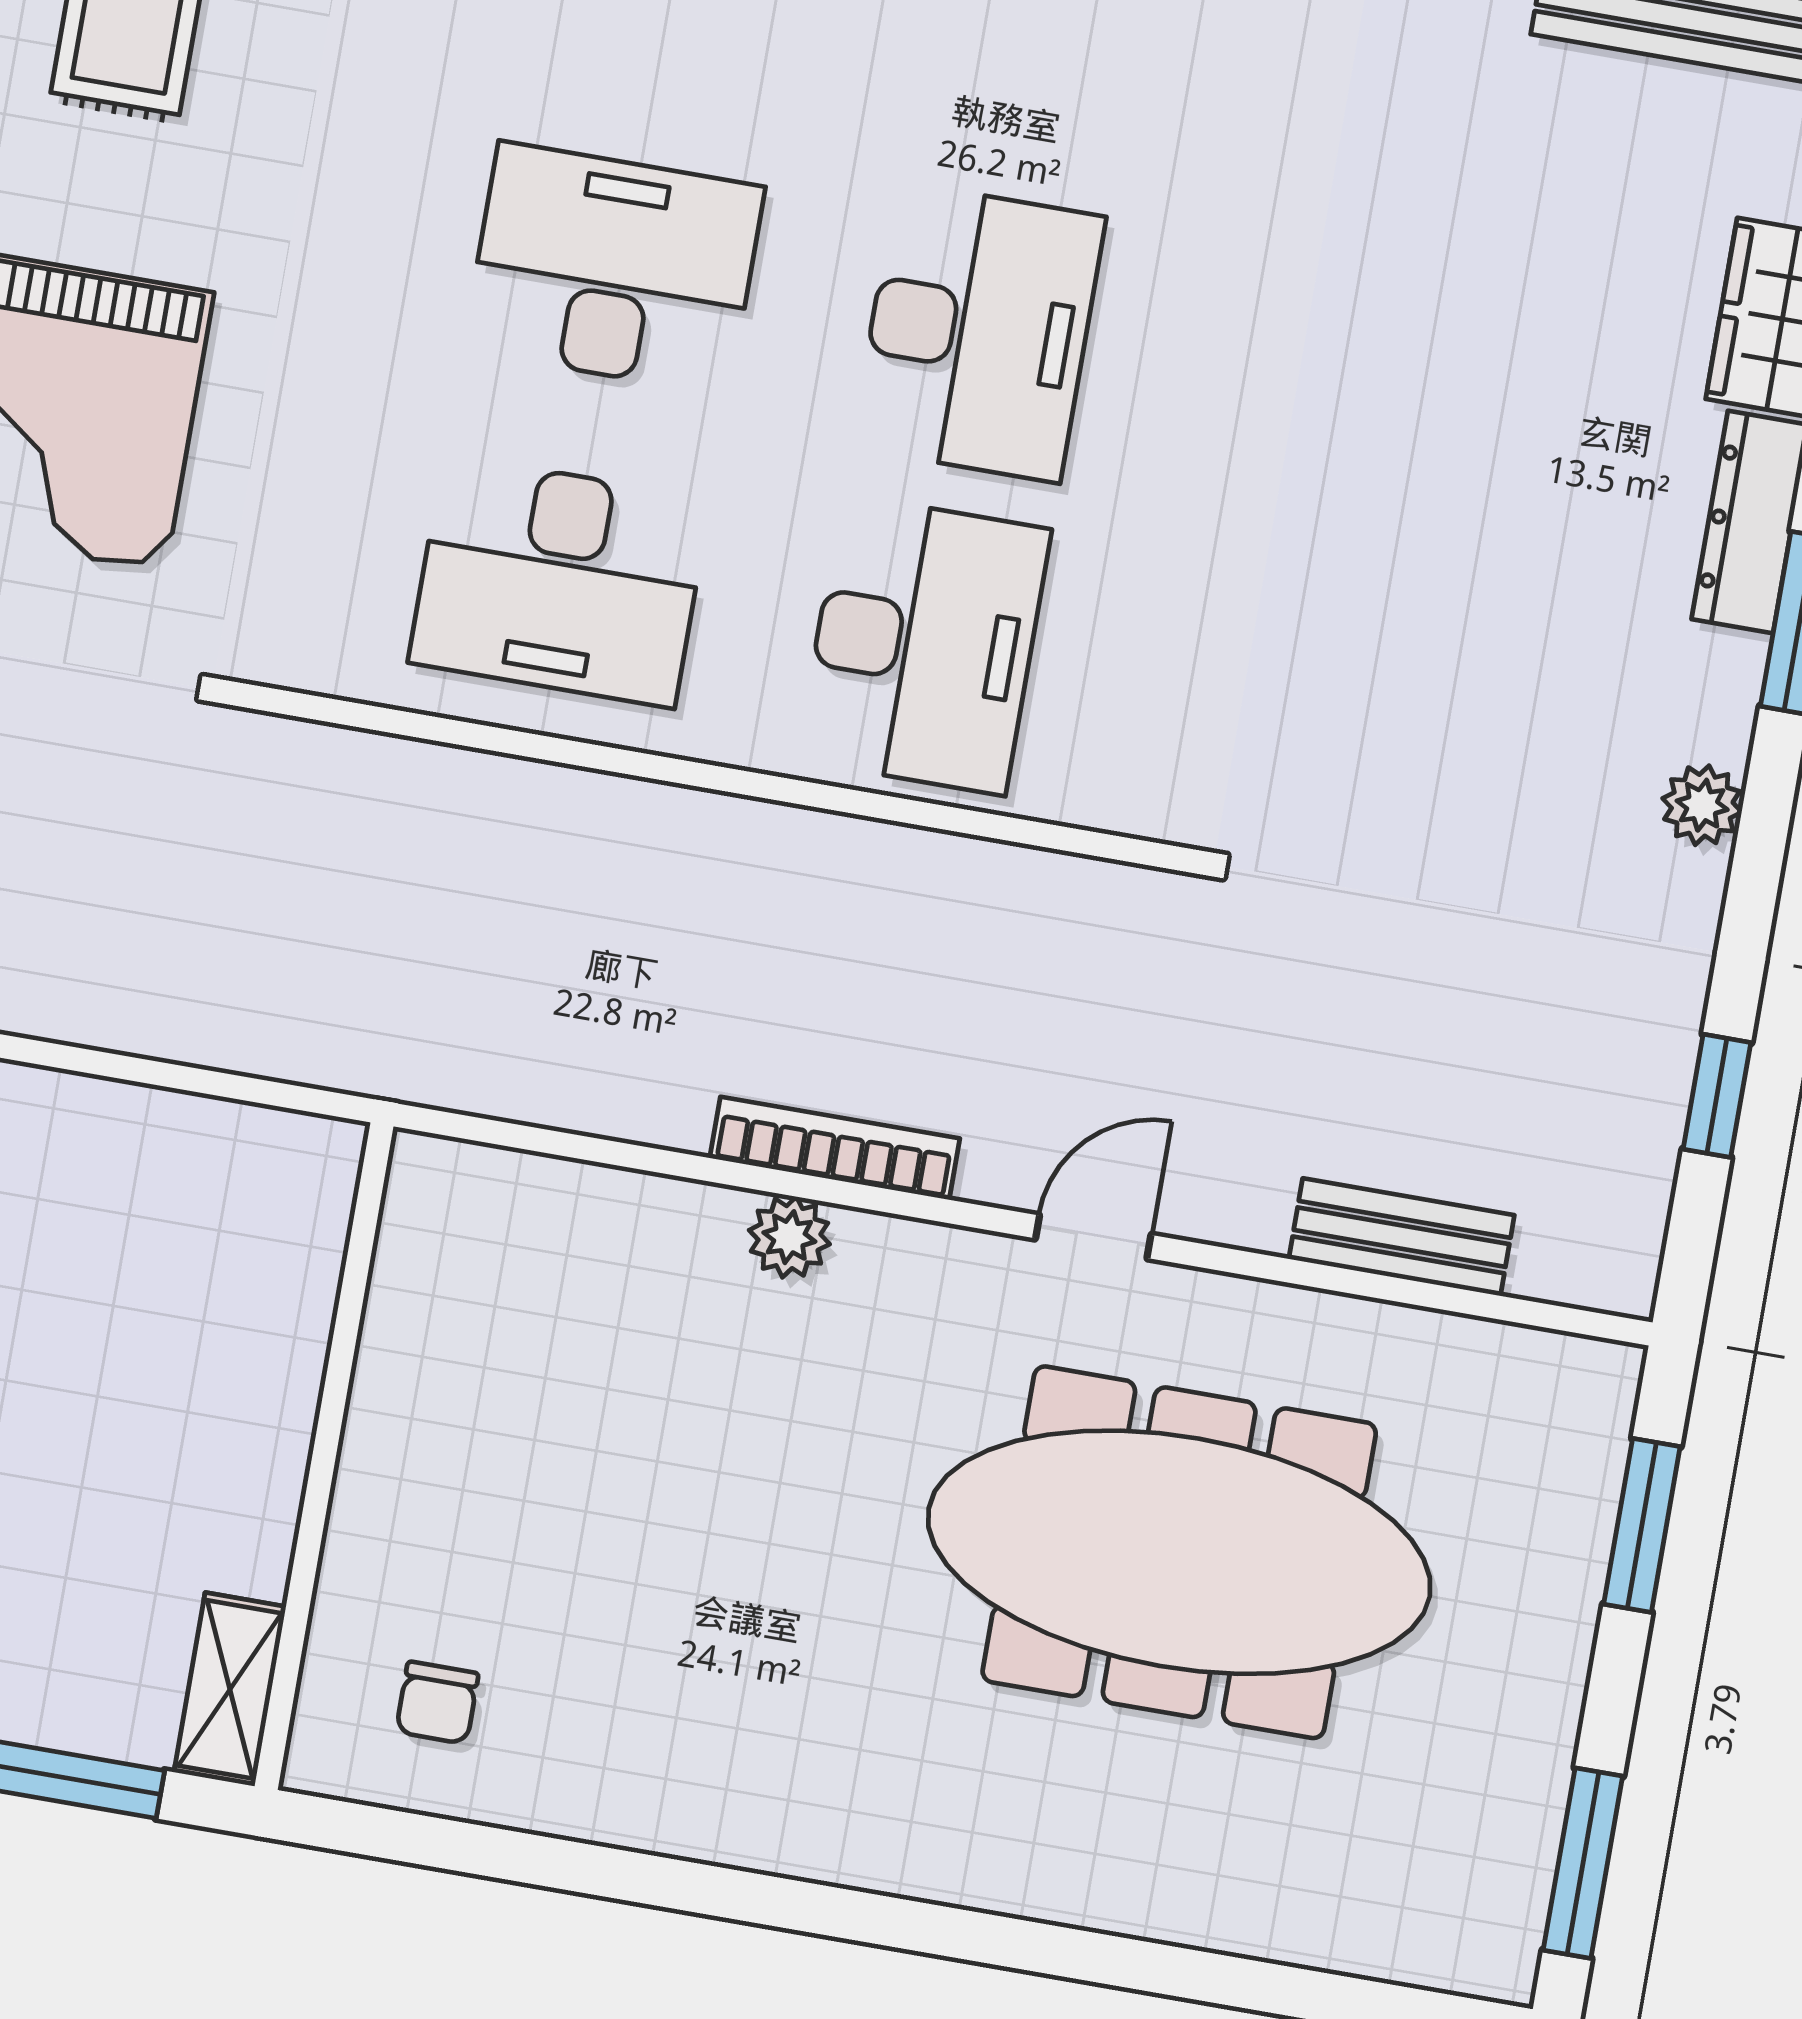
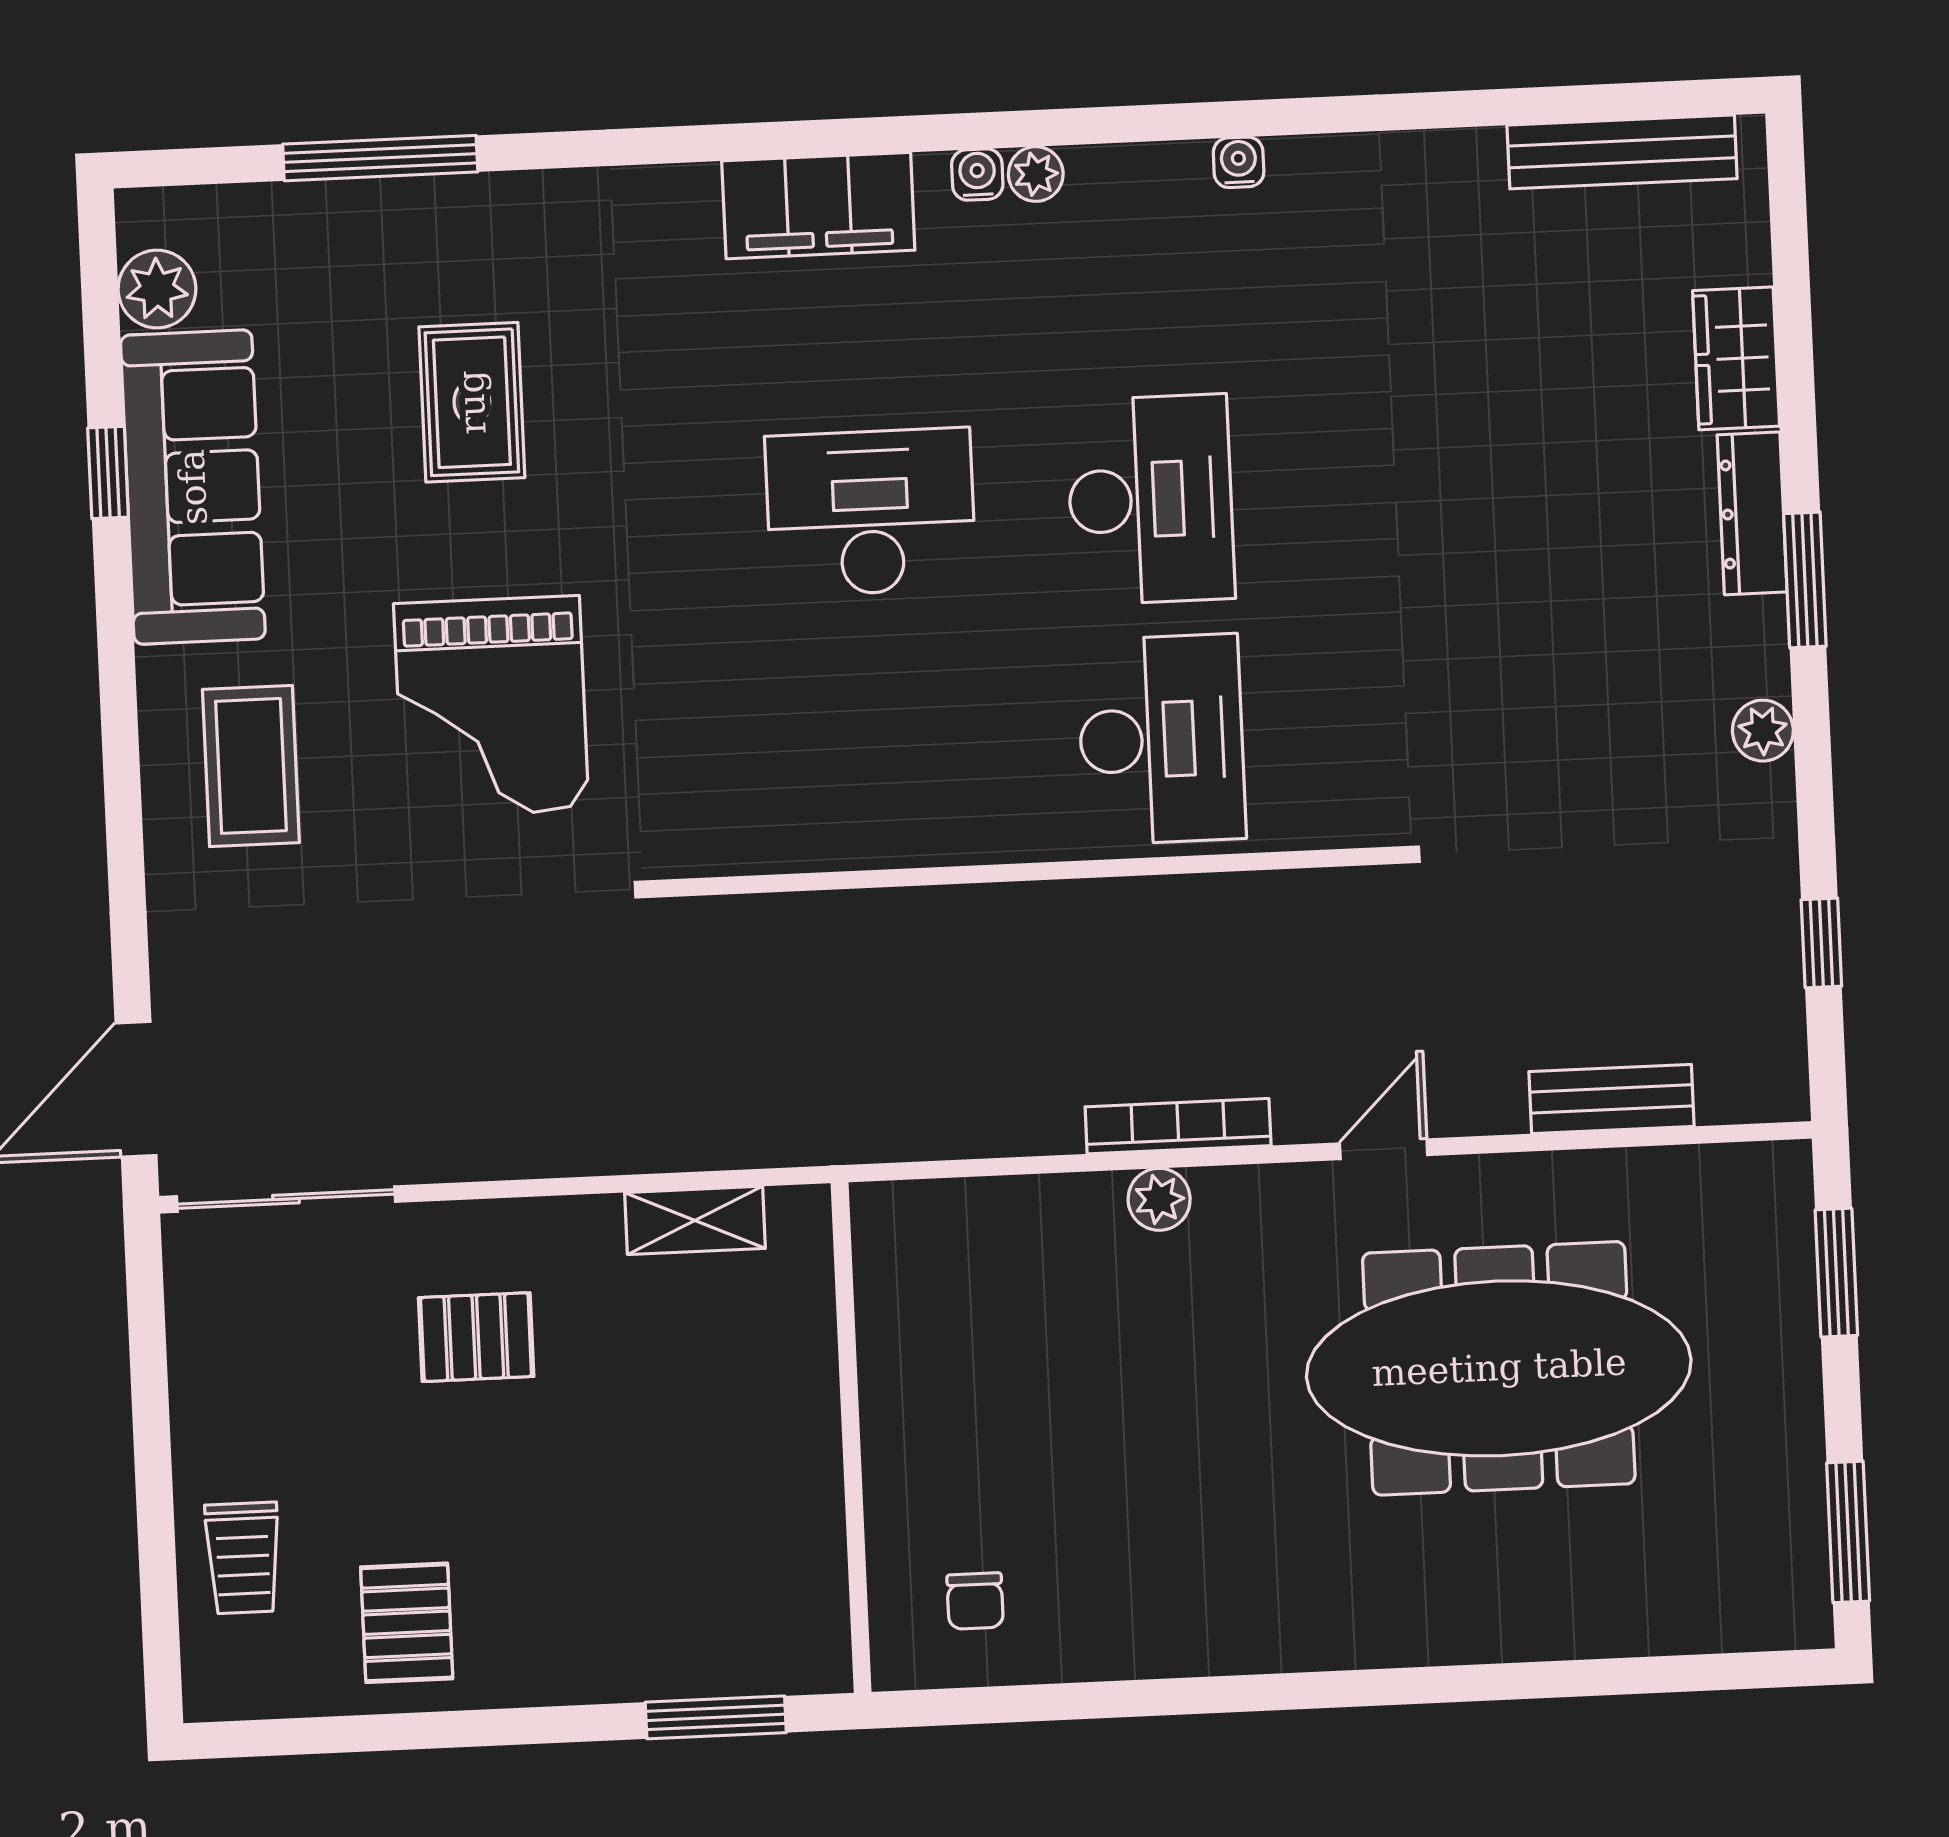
desk: (559, 581) -> (882, 752), removed
shelving: (230, 1689) -> (695, 1220), moved, turned 90

